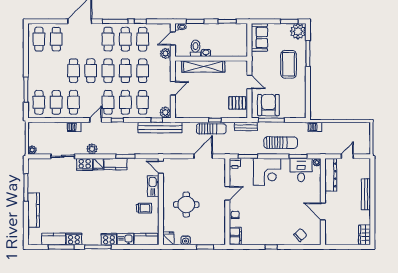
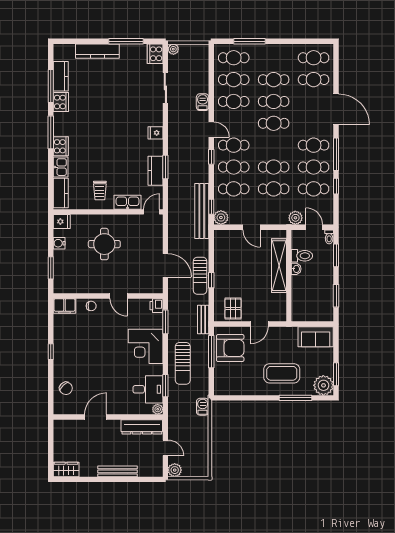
cafe table: (108, 71) -> (274, 80), moved
plant: (92, 149) -> (175, 470), moved
cooker: (85, 164) -> (155, 54), moved
kitchen counter: (116, 164) -> (156, 171), moved

